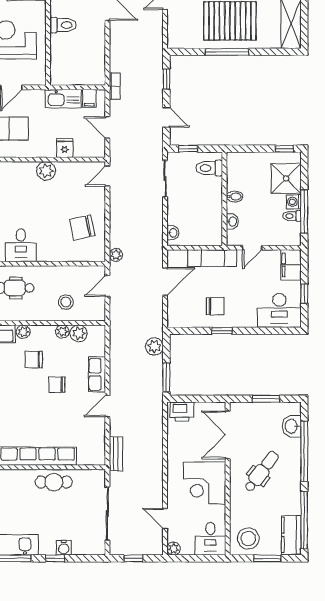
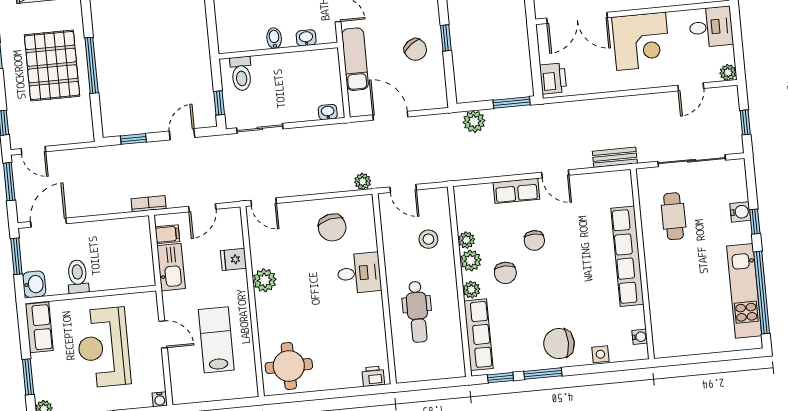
desk: (21, 245) -> (359, 273), moved
chair: (215, 306) -> (415, 49), turned 144
plant: (79, 333) -> (471, 261), moved
cafe table: (54, 482) -> (674, 216), moved

